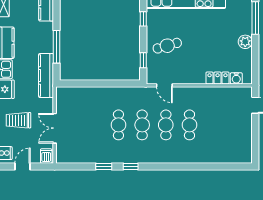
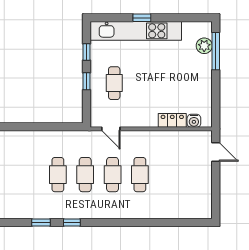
plant: (245, 42) -> (204, 46), moved
cafe table: (167, 46) -> (114, 83), turned -74
window: (143, 60) -> (87, 81), moved

